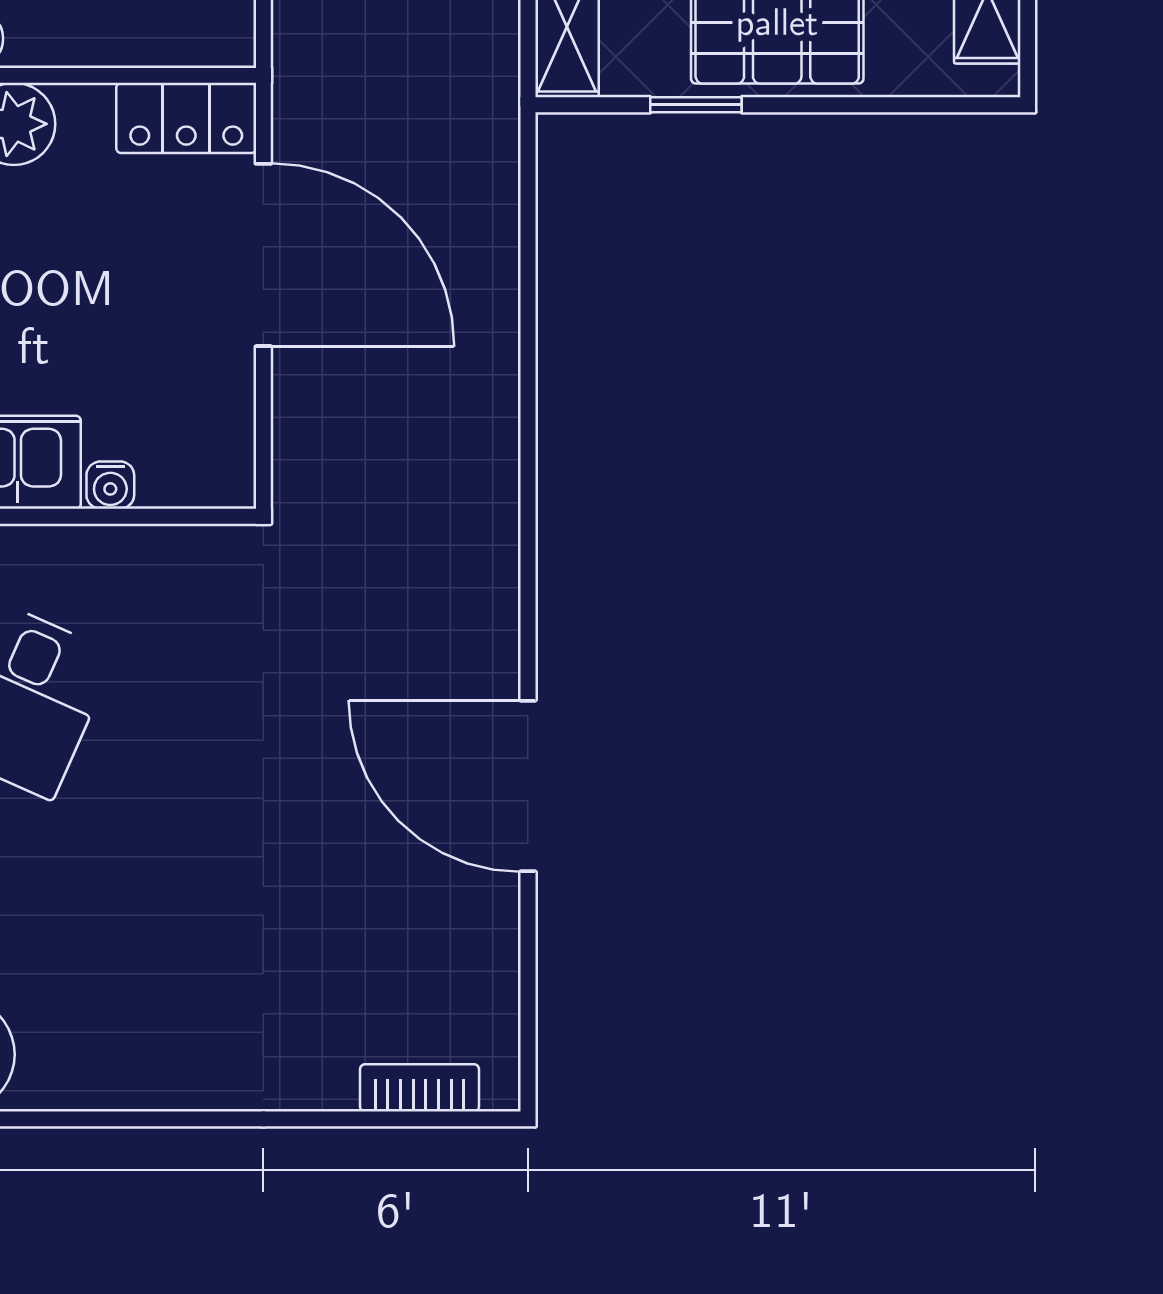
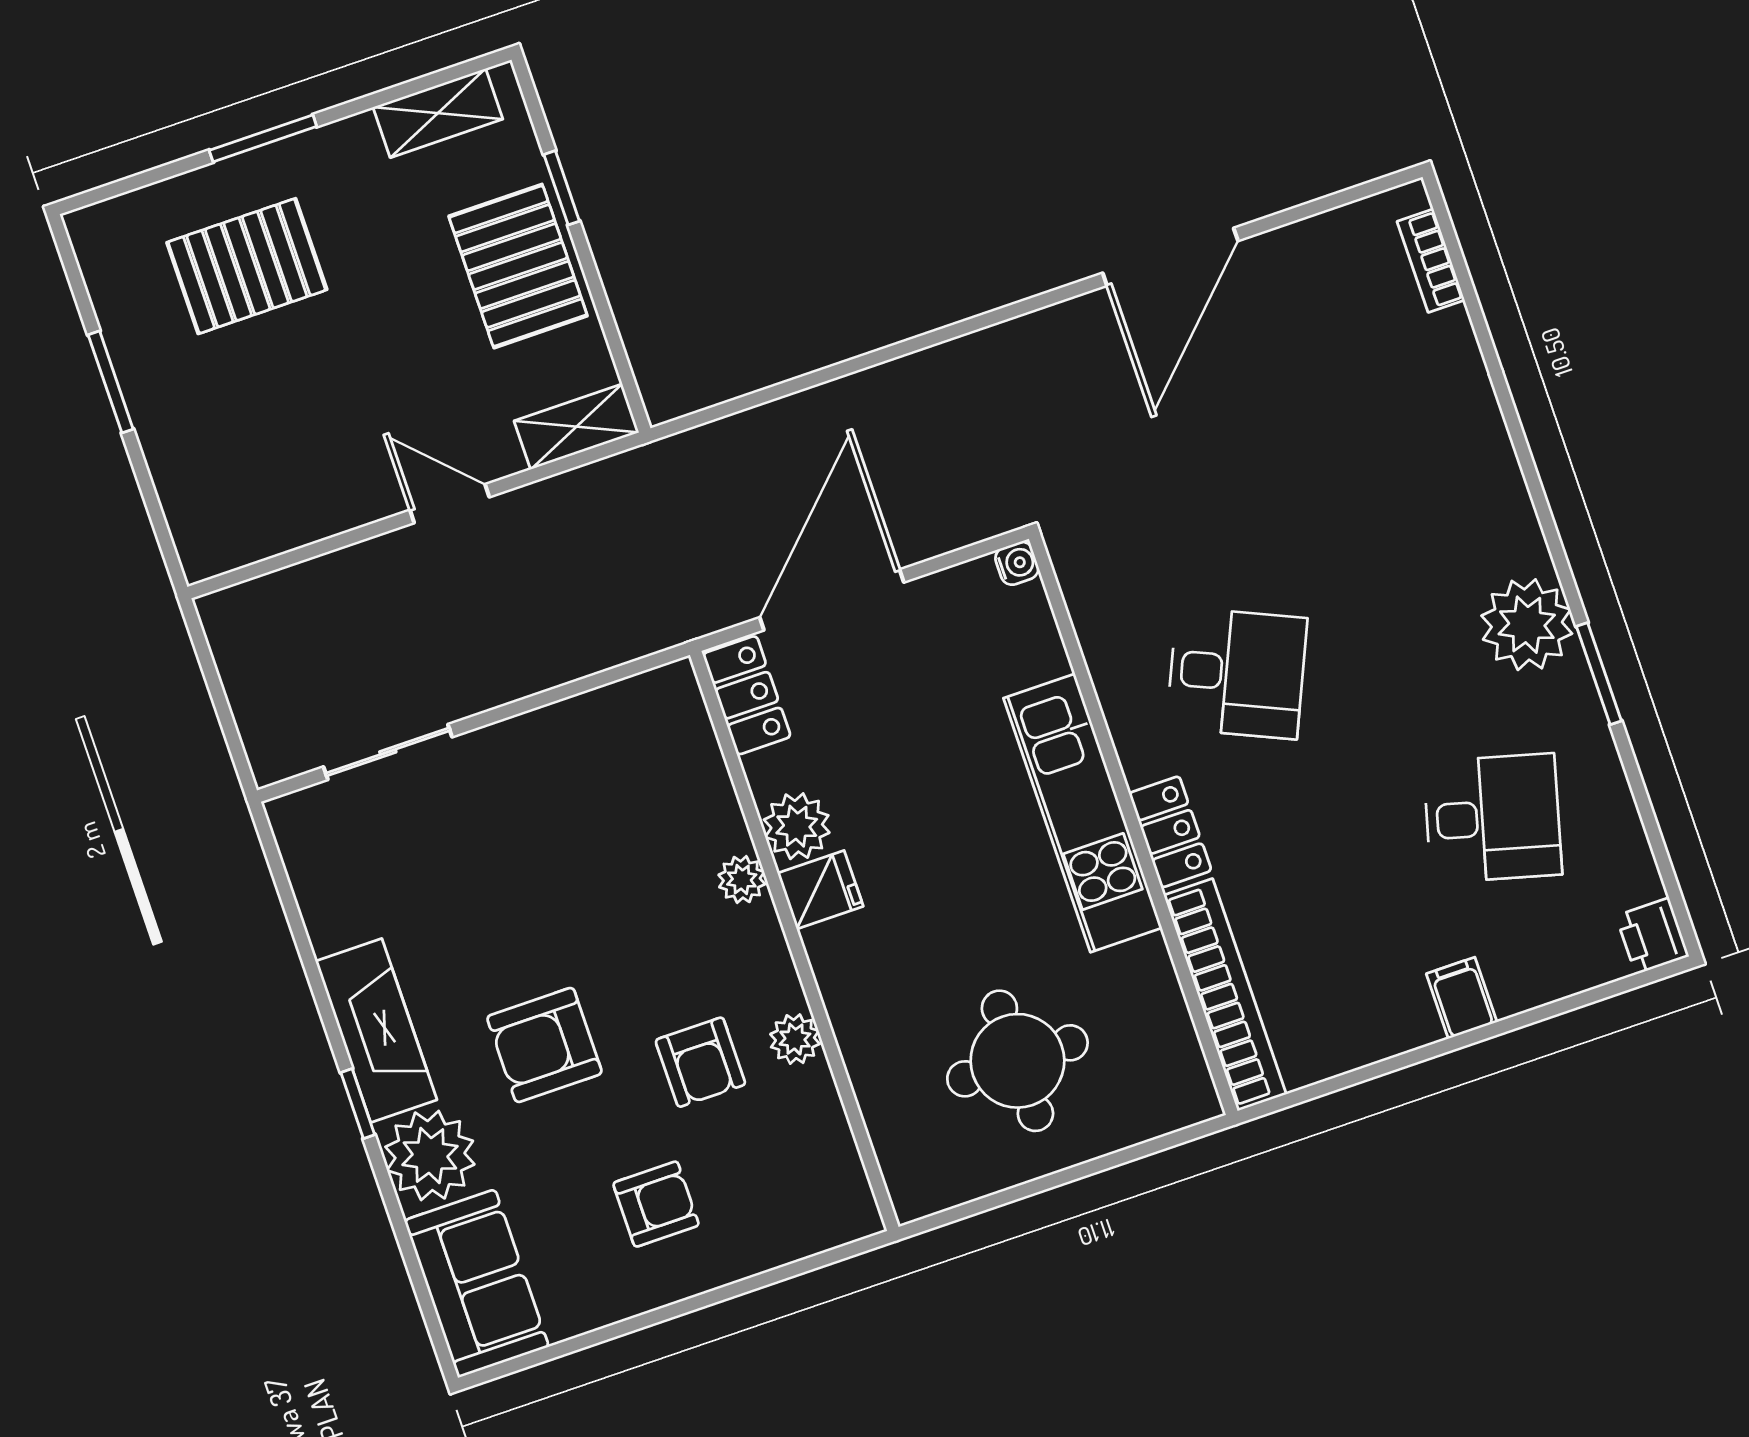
window: (696, 105) -> (562, 188), moved
water cooler: (110, 485) -> (1017, 563), moved

